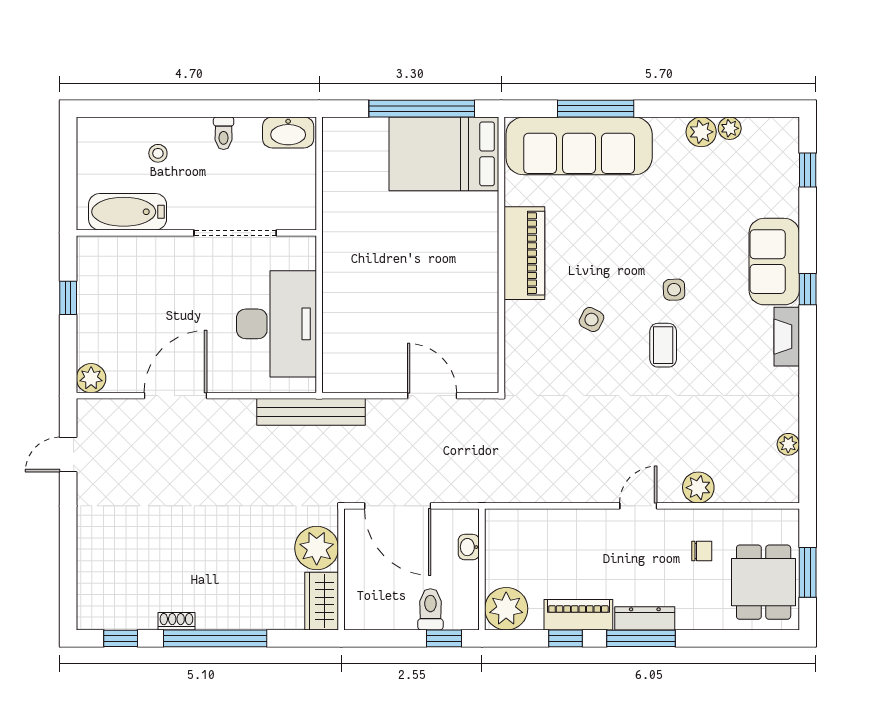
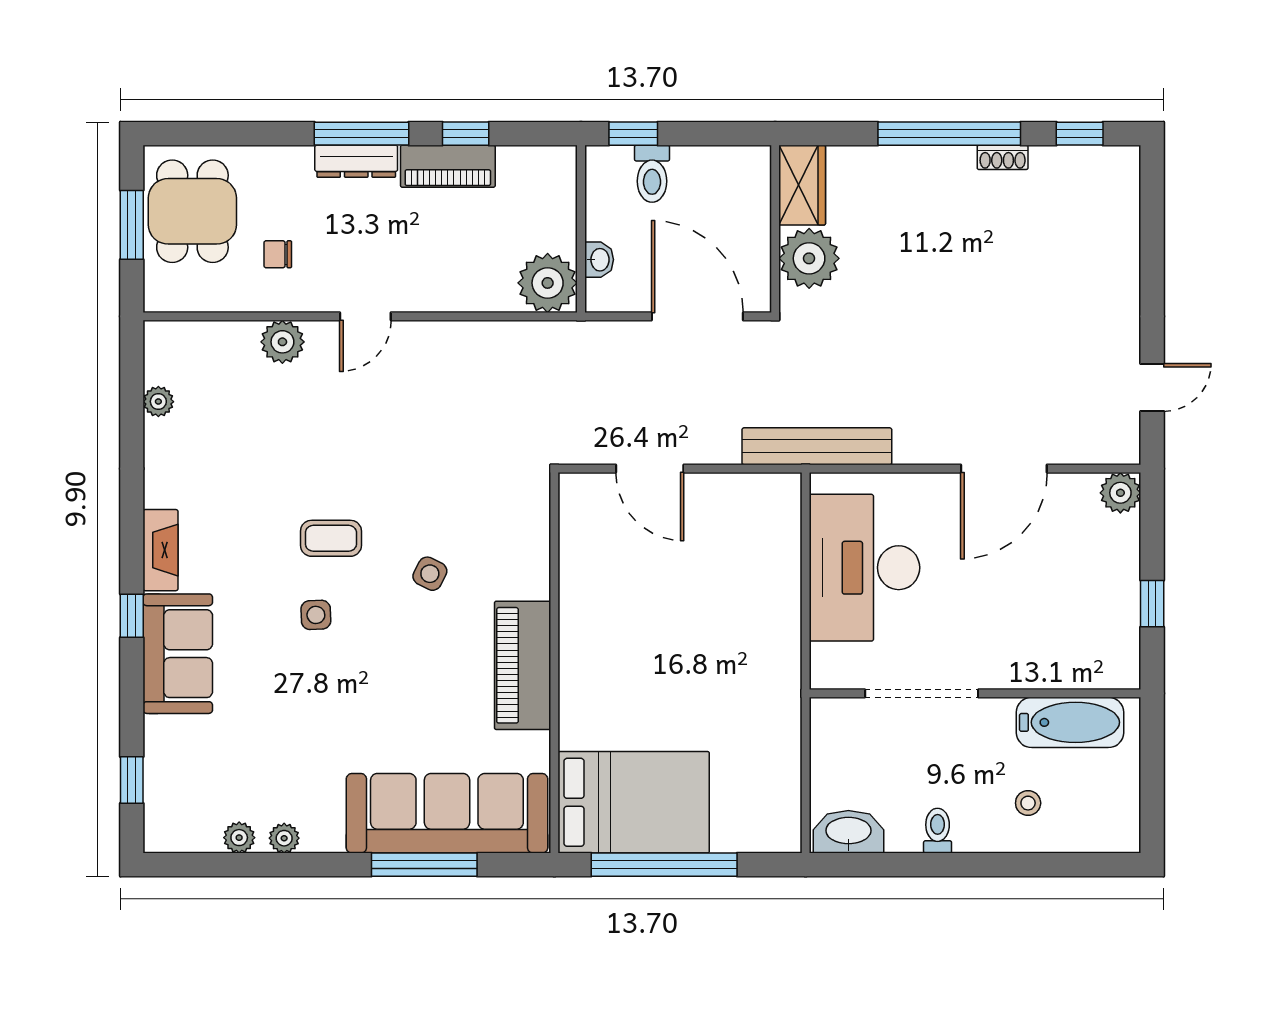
plant: (701, 132) -> (284, 838), width x0.73, depth x0.73
coffee table: (663, 345) -> (331, 538), turned 90
plant: (506, 609) -> (548, 283), moved

